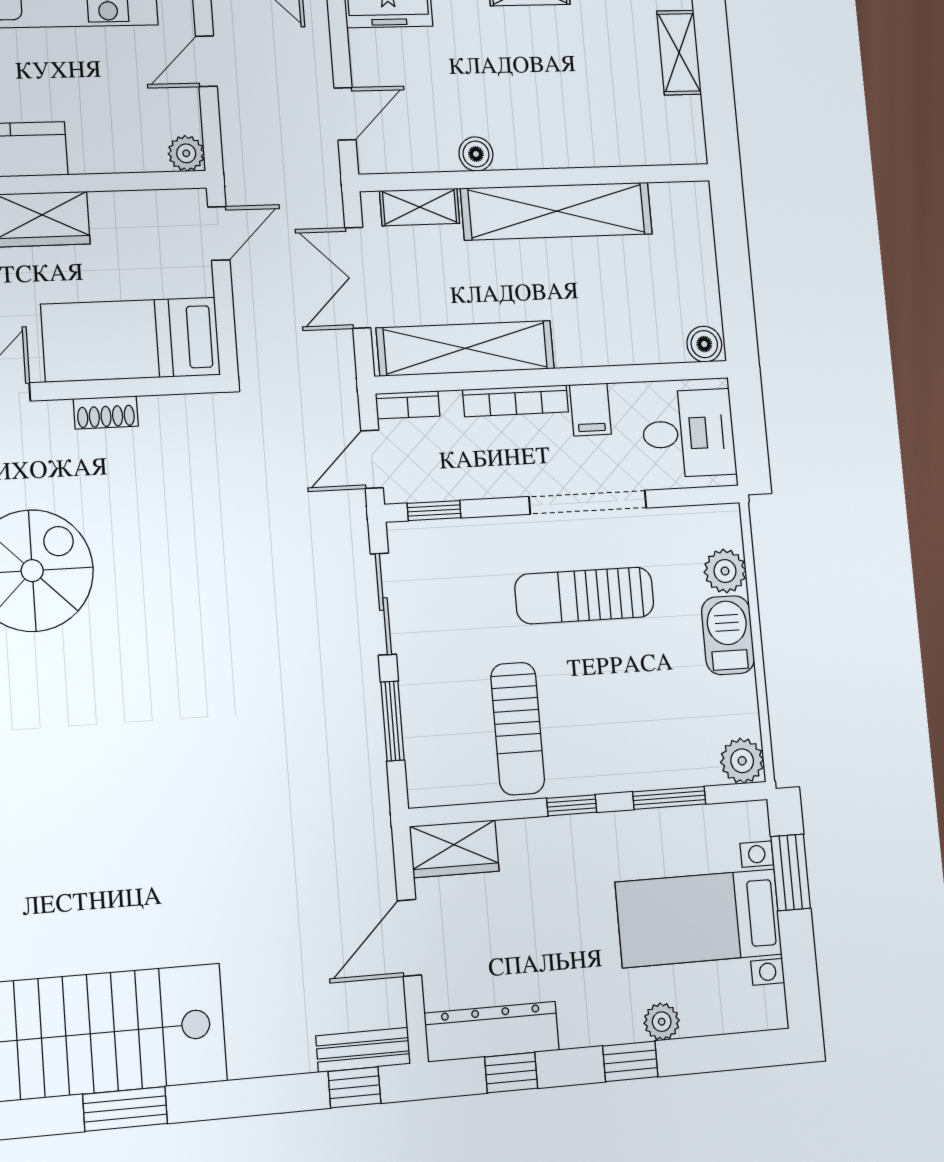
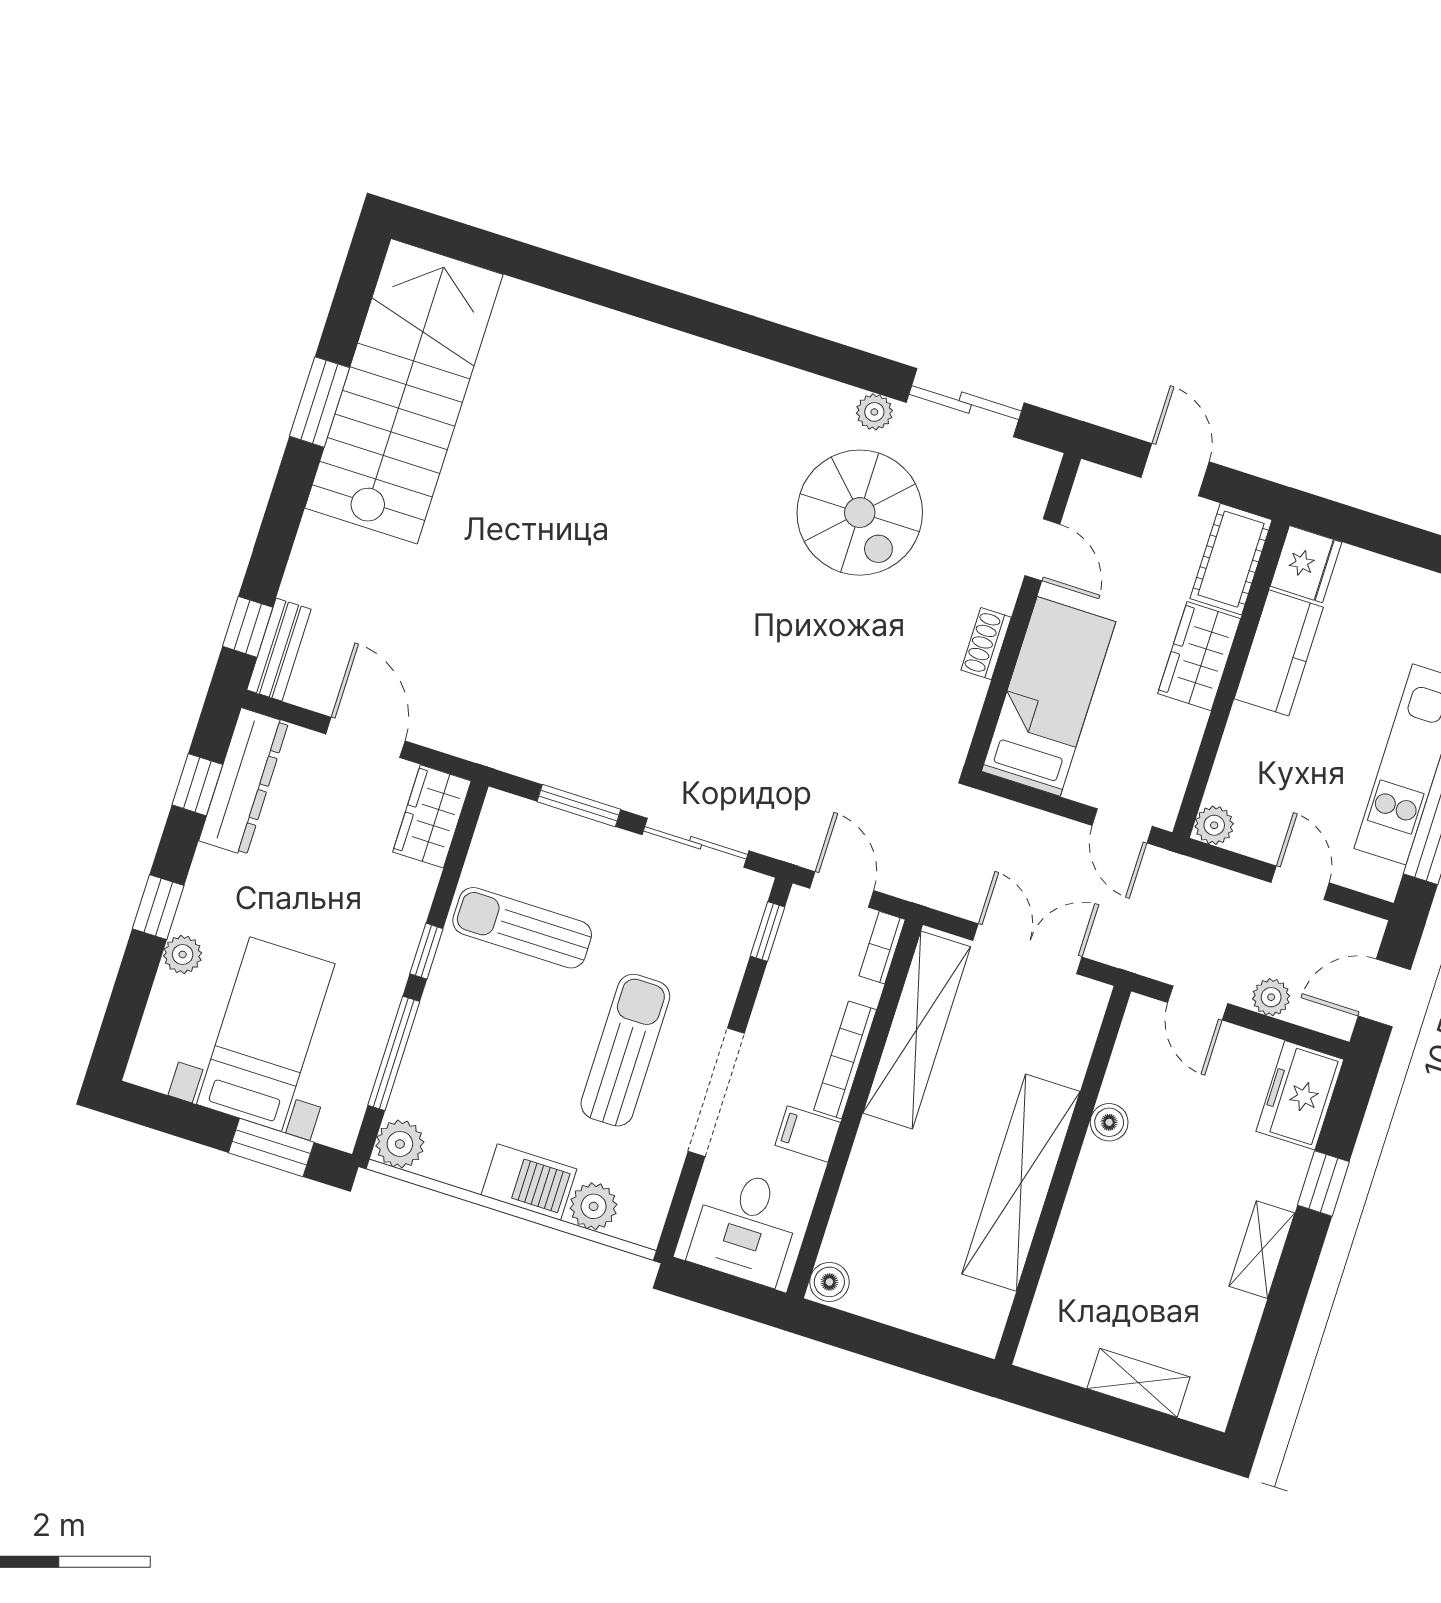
plant: (315, 52) -> (1271, 997), added
shelving: (420, 207) -> (1076, 1041), removed
window: (669, 798) -> (394, 1053), width x1.44

